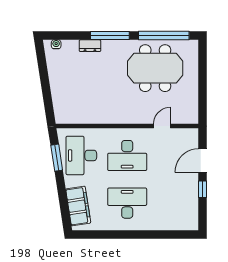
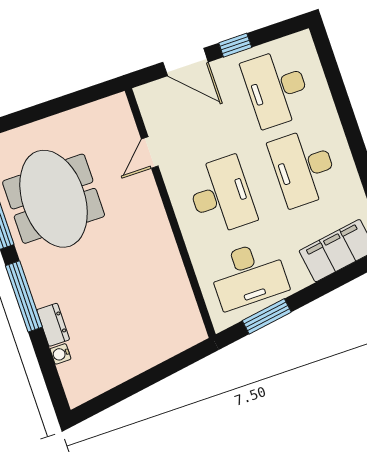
water cooler: (56, 44) -> (60, 354), moved
door: (162, 126) -> (150, 152), hinge flipped
desk: (173, 203) -> (277, 88), added

